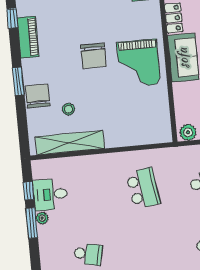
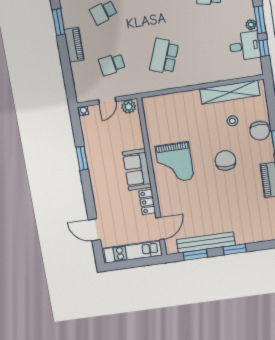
chair: (94, 56) -> (225, 160), moved
grand piano: (139, 63) -> (175, 163), turned 180
school desk: (143, 188) -> (164, 56), turned 30

